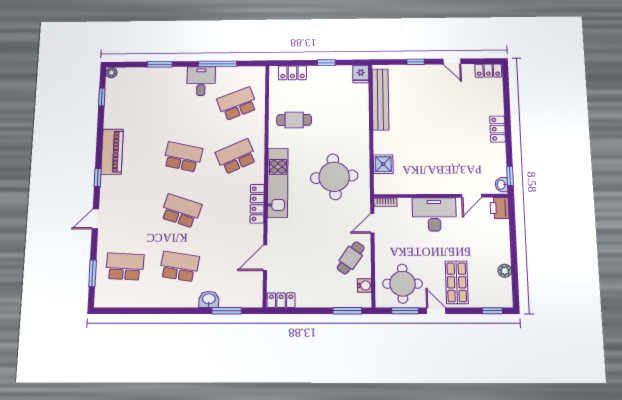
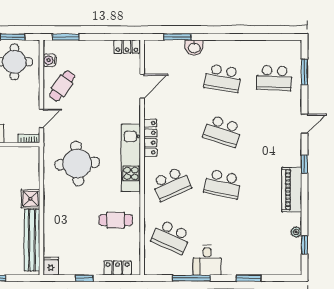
plant: (111, 73) -> (296, 232), moved
school desk: (237, 104) -> (171, 237), turned 45
shower: (383, 164) -> (30, 199), moved

